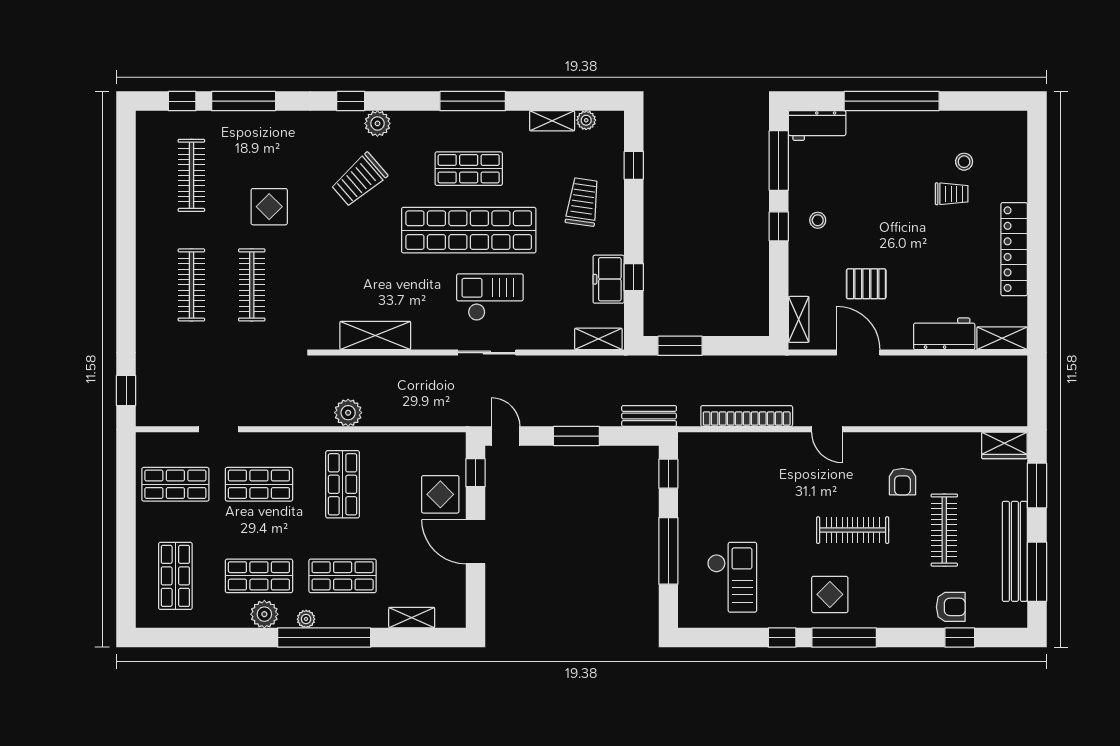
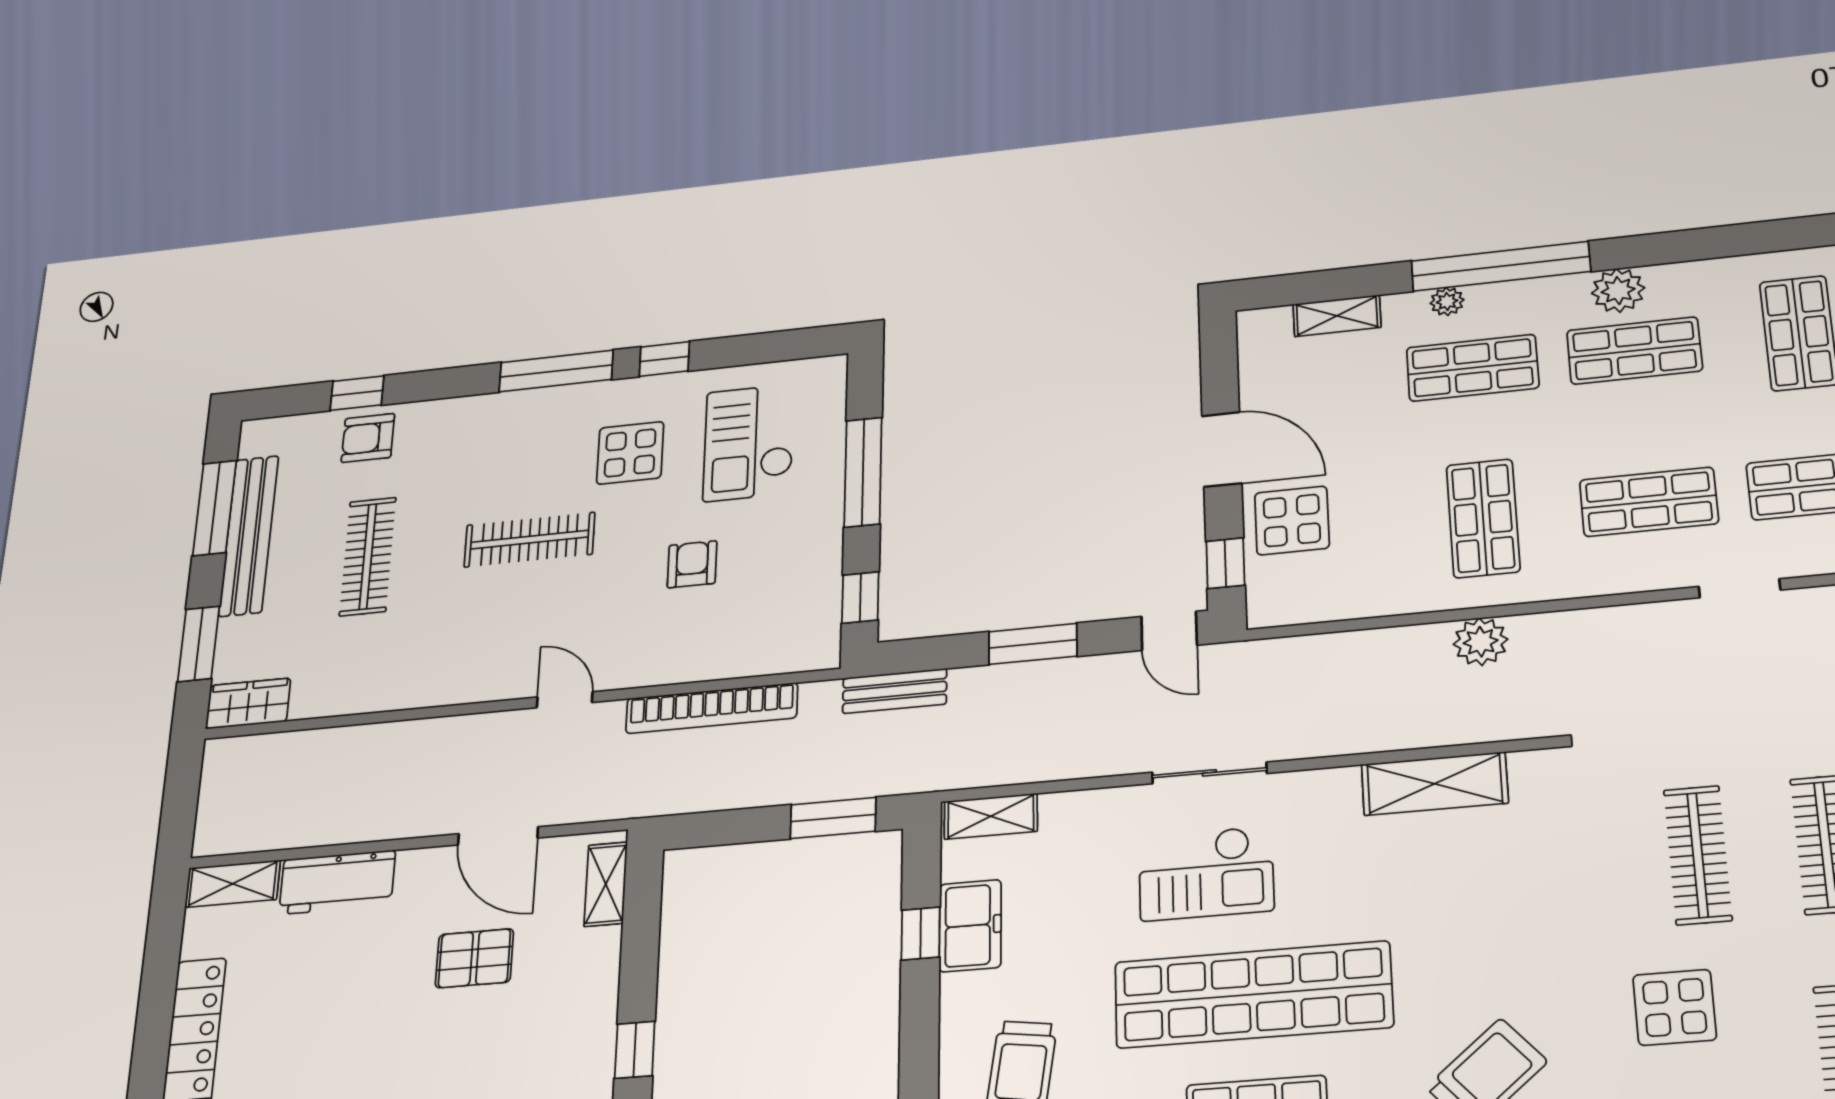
stool: (818, 220) -> (559, 1067), removed
armchair: (902, 482) -> (692, 564), moved
display table: (830, 594) -> (630, 453), moved
plant: (306, 619) -> (1447, 301), moved

